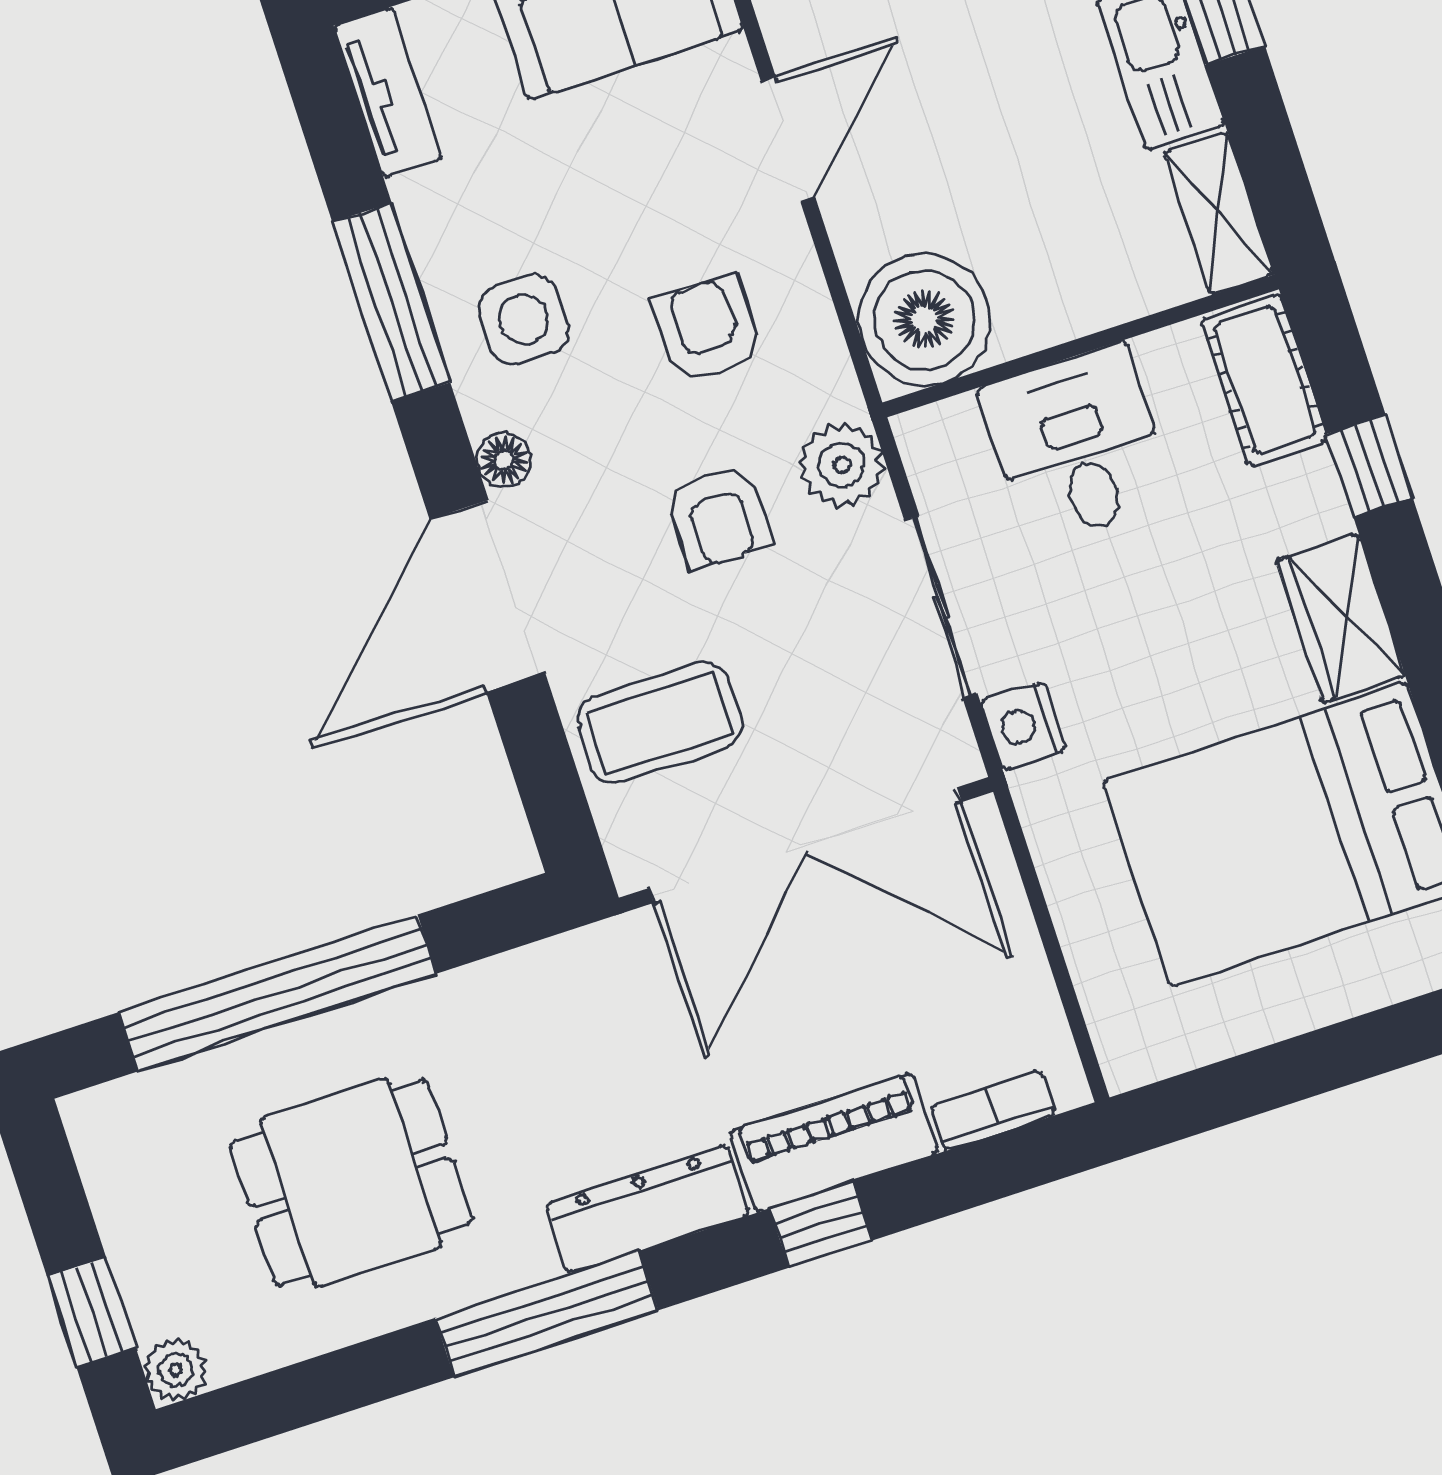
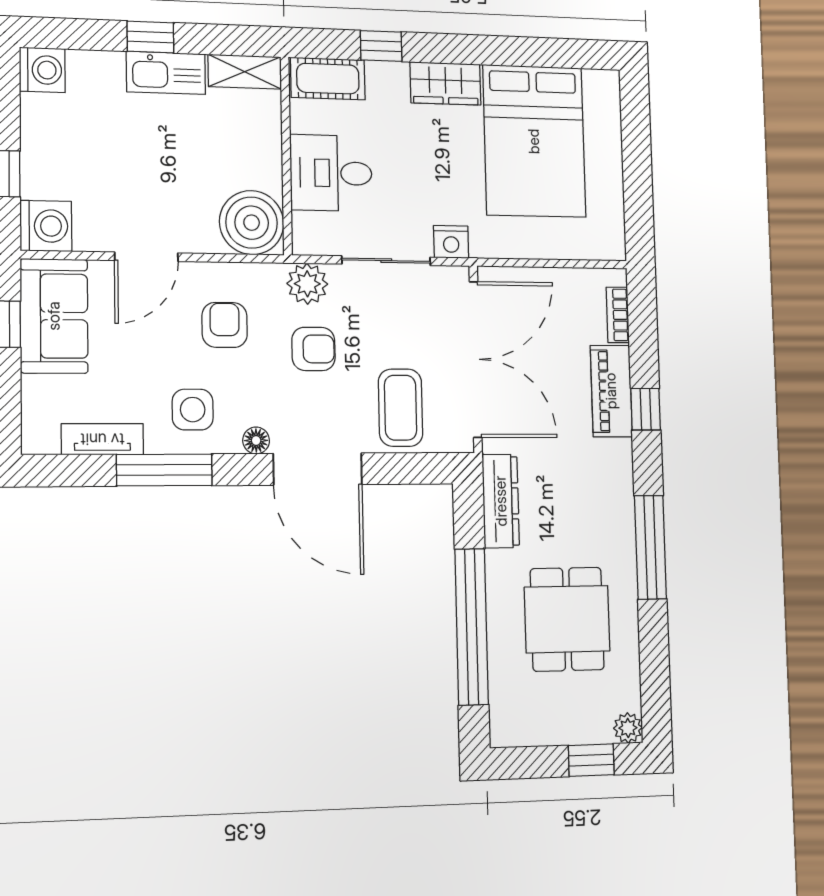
tv unit: (388, 92) -> (102, 439), moved
door: (788, 139) -> (146, 257), swing flipped
armchair: (707, 330) -> (225, 325), turned 90
dresser: (647, 1209) -> (501, 501), moved, turned 180

